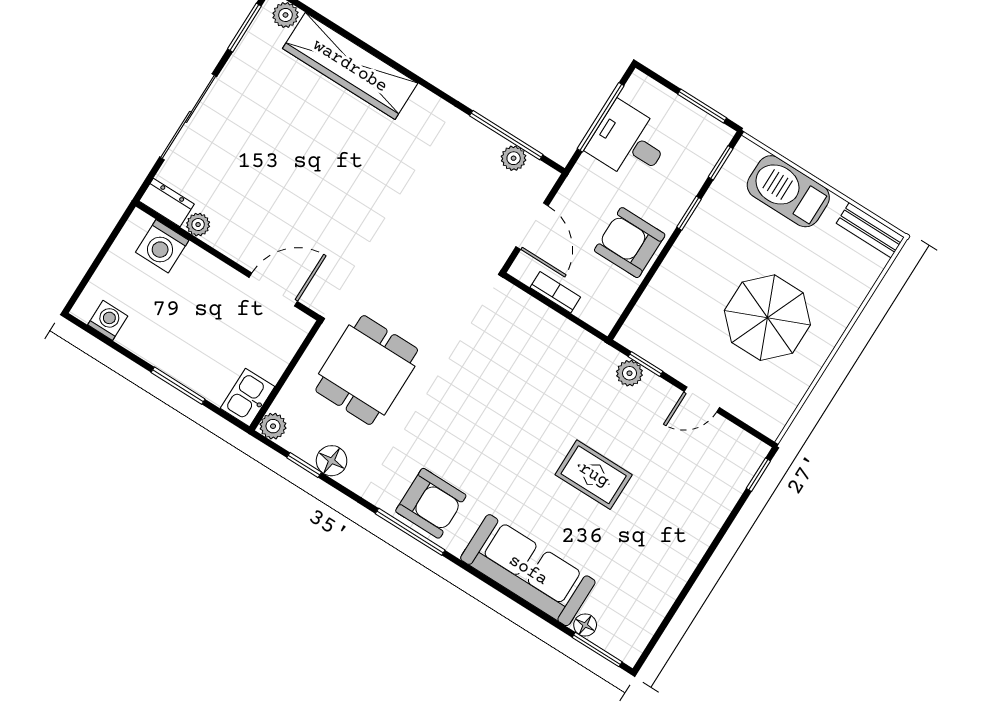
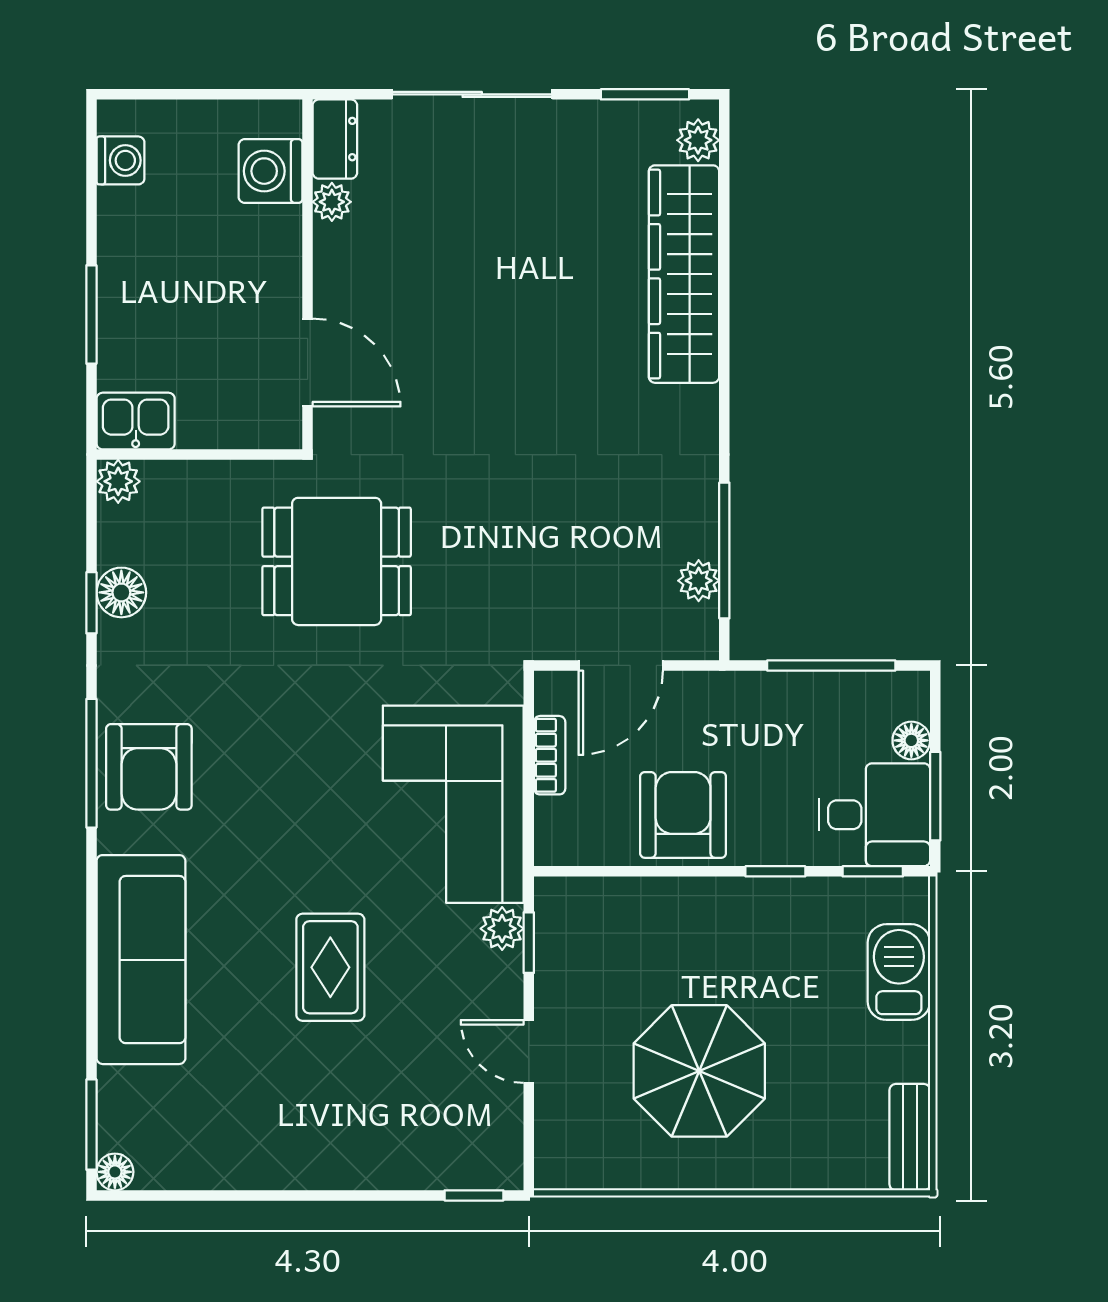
floor lamp: (666, 100) -> (911, 740), added
desk: (629, 142) -> (875, 815), moved, turned 90
barbecue: (788, 191) -> (899, 972), width x0.73, depth x0.83
corner sofa: (549, 358) -> (453, 804), added
dining table: (367, 370) -> (337, 561), moved
window: (304, 465) -> (91, 603), moved
floor lamp: (585, 625) -> (115, 1172), moved

